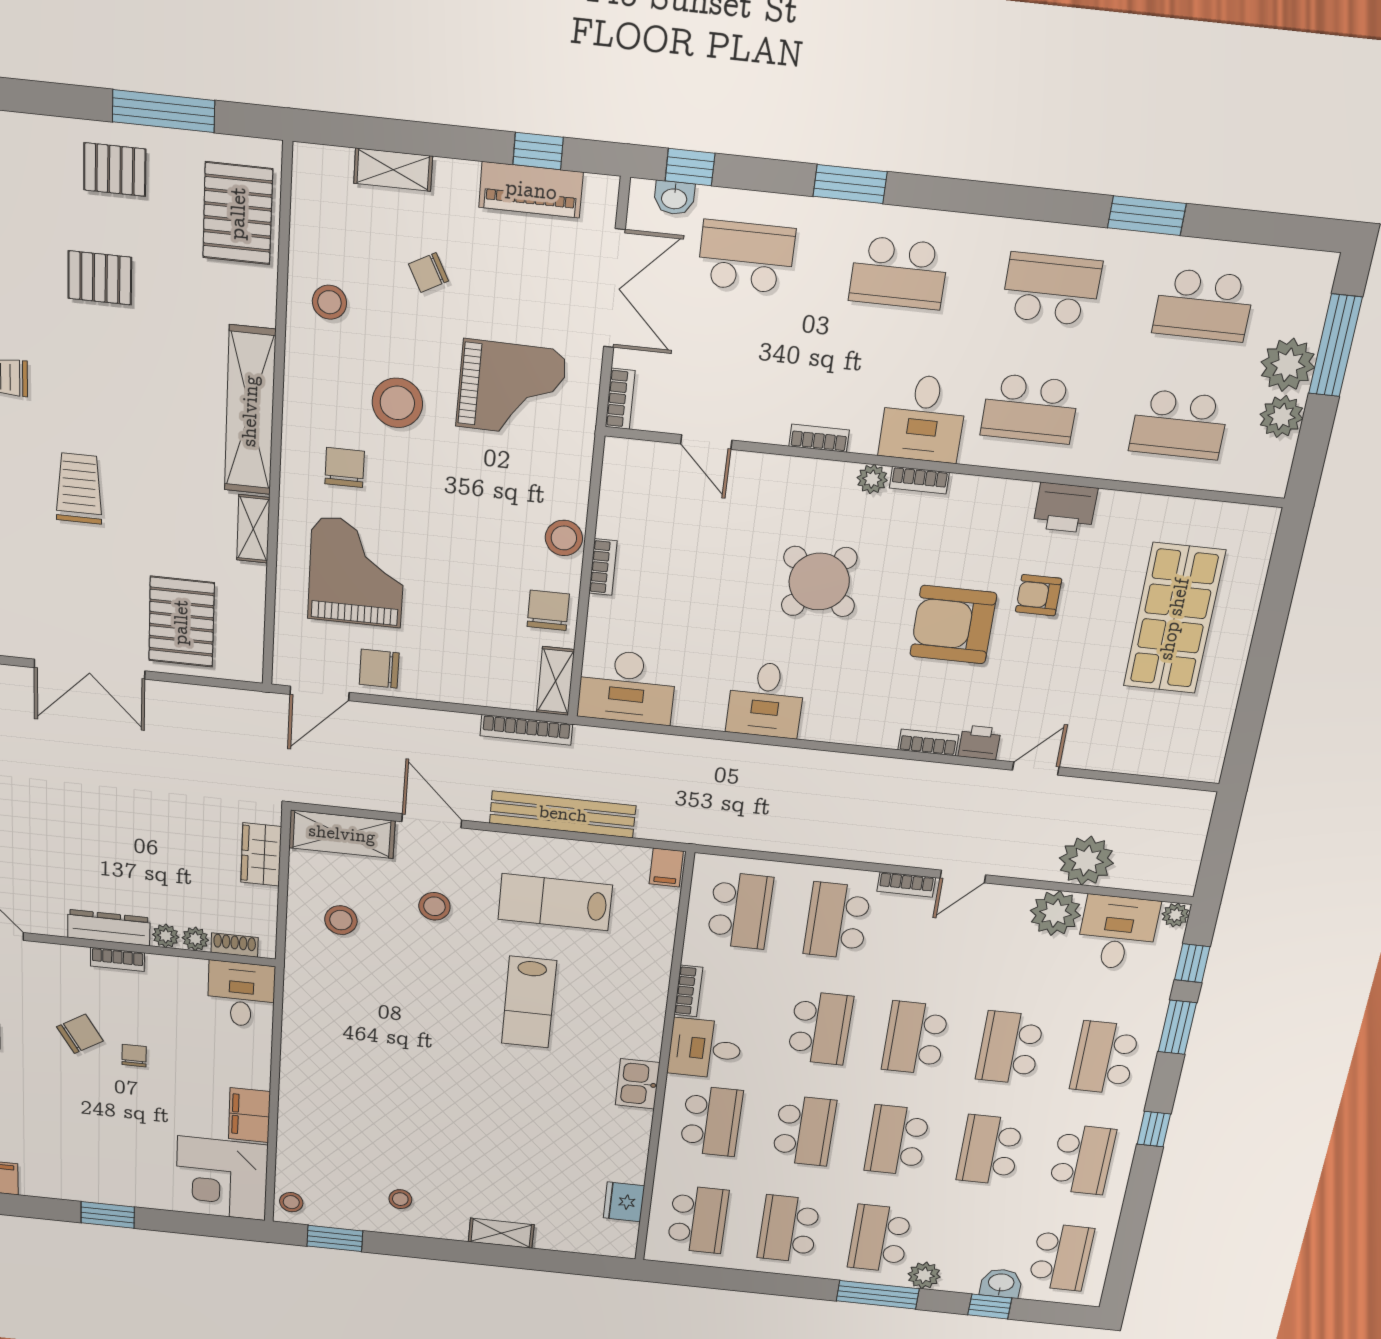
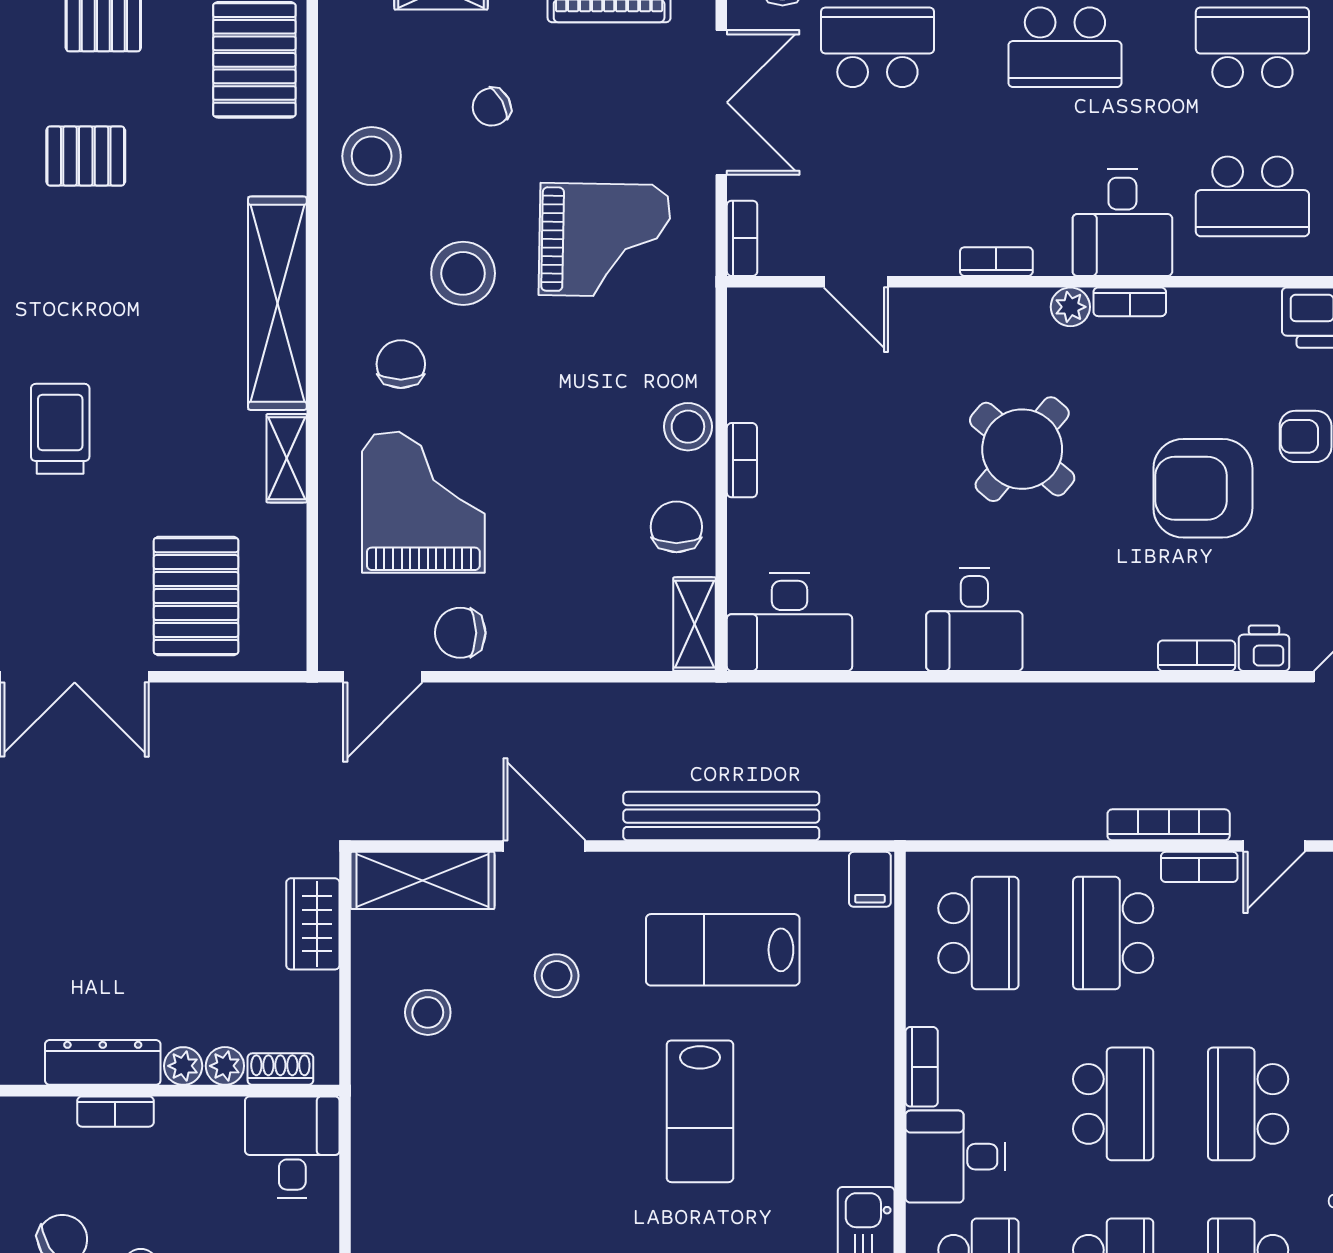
stool: (329, 302) -> (372, 156), width x1.38, depth x1.38
bookcase: (526, 730) -> (1169, 825), moved, turned 180

